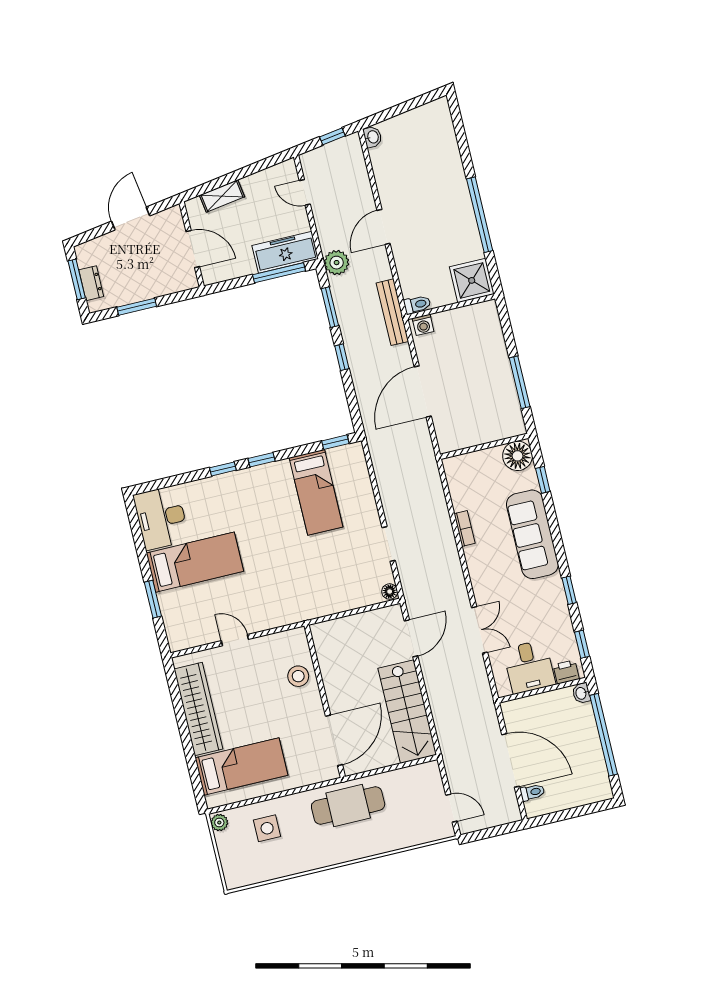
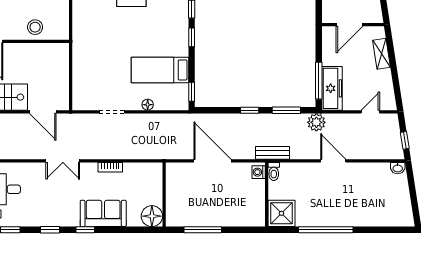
bench: (392, 312) -> (273, 153), width x0.73
window: (543, 480) -> (85, 230), moved
sofa: (532, 534) -> (103, 213), width x0.73
floor lamp: (390, 592) -> (148, 105), moved
double door: (480, 630) -> (63, 161), moved

